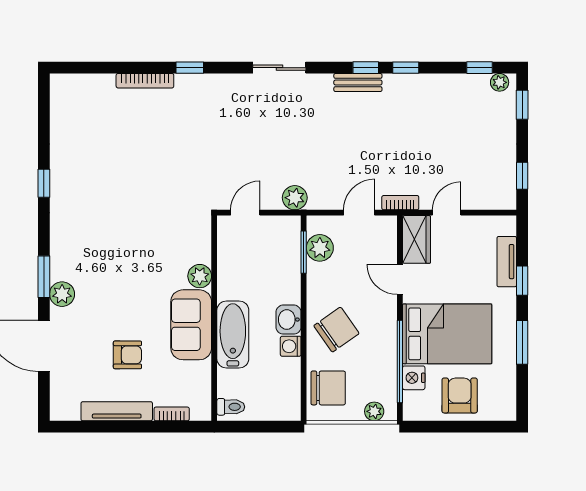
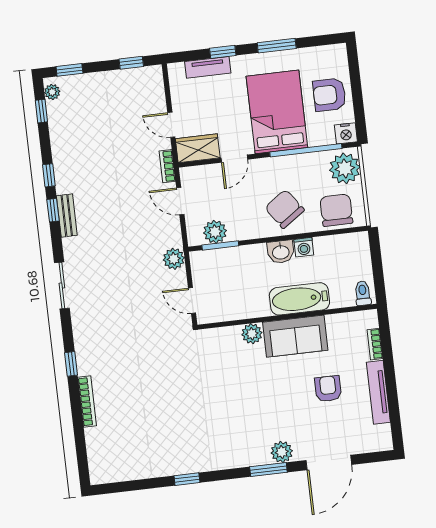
nightstand: (414, 378) -> (346, 133), moved
plant: (374, 411) -> (345, 168), width x1.88, depth x1.88

